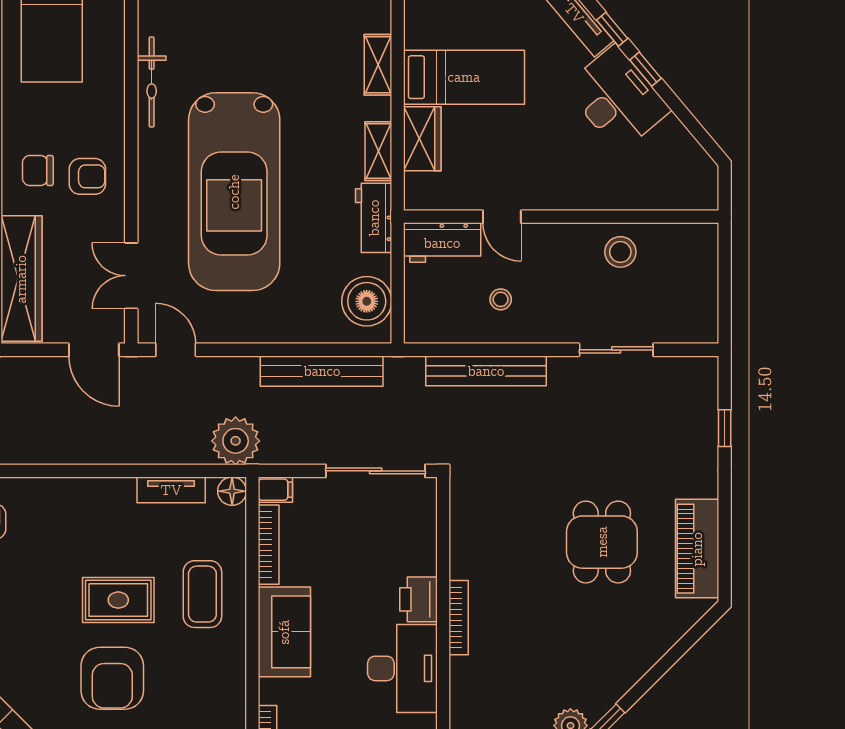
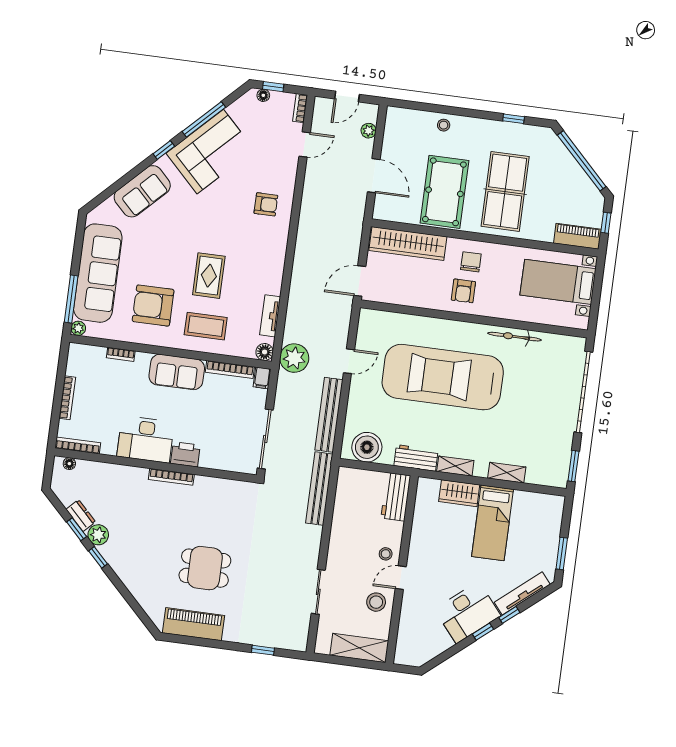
door: (502, 217) -> (401, 578), moved
shelving: (700, 270) -> (359, 648), added
double door: (131, 276) -> (401, 309), removed
stool: (501, 299) -> (386, 554), moved
door: (176, 350) -> (349, 361), moved
bench: (486, 371) -> (319, 489), moved
armchair: (112, 678) -> (153, 305), moved

